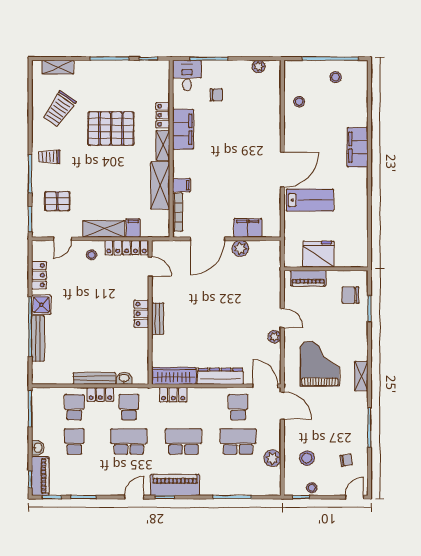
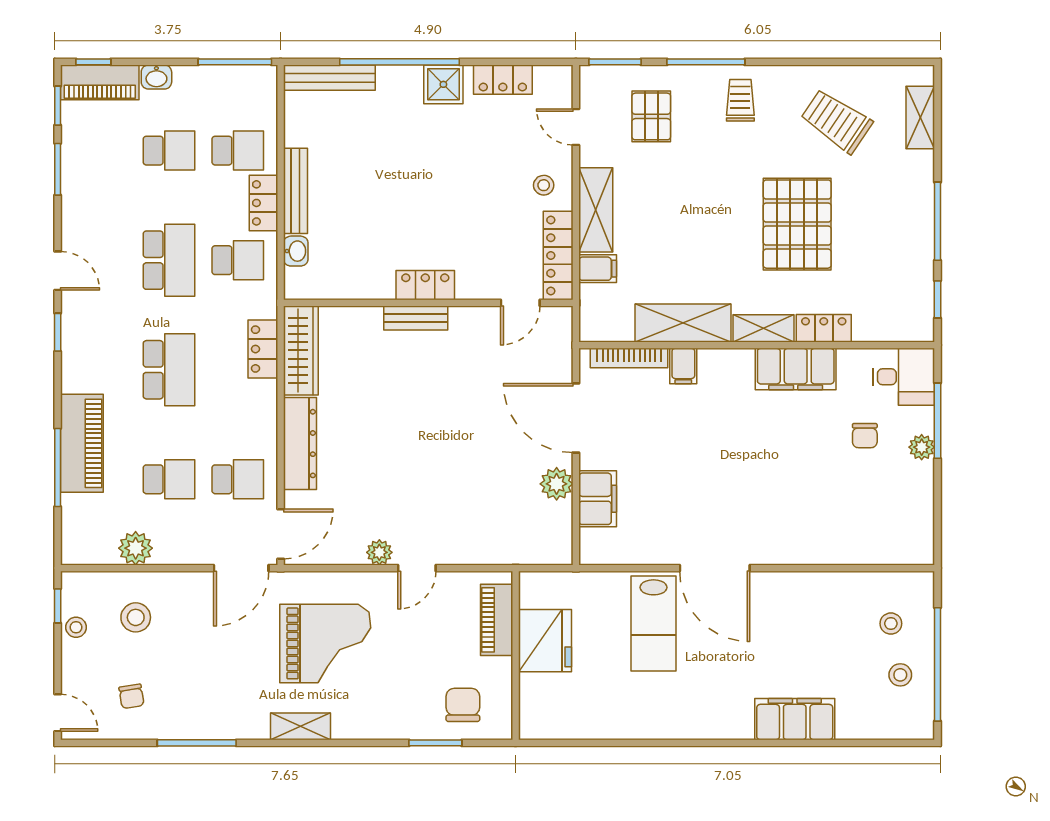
plant: (259, 66) -> (922, 447), moved
stool: (299, 102) -> (891, 624), moved
filing cabinet: (358, 147) -> (795, 719), moved
bench: (38, 339) -> (329, 78), moved
school desk: (238, 441) -> (169, 479), width x0.54
piano: (175, 485) -> (82, 443), moved

